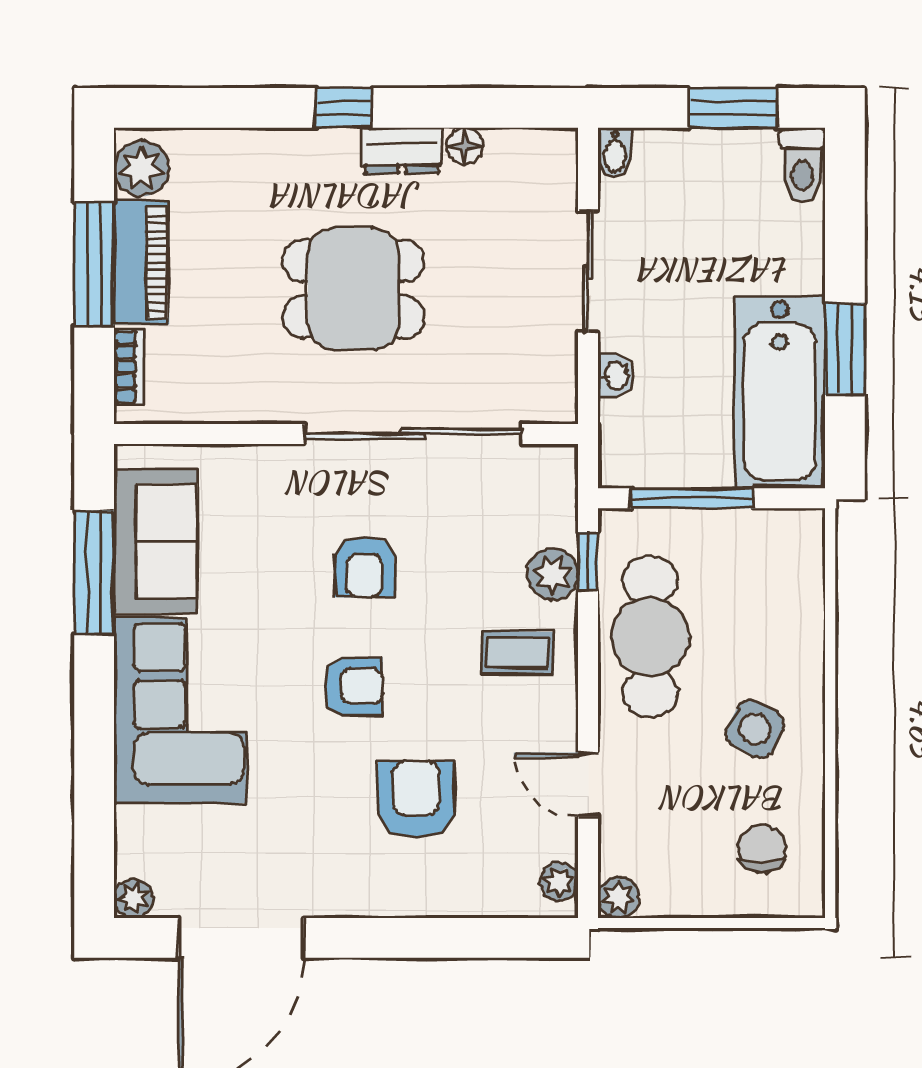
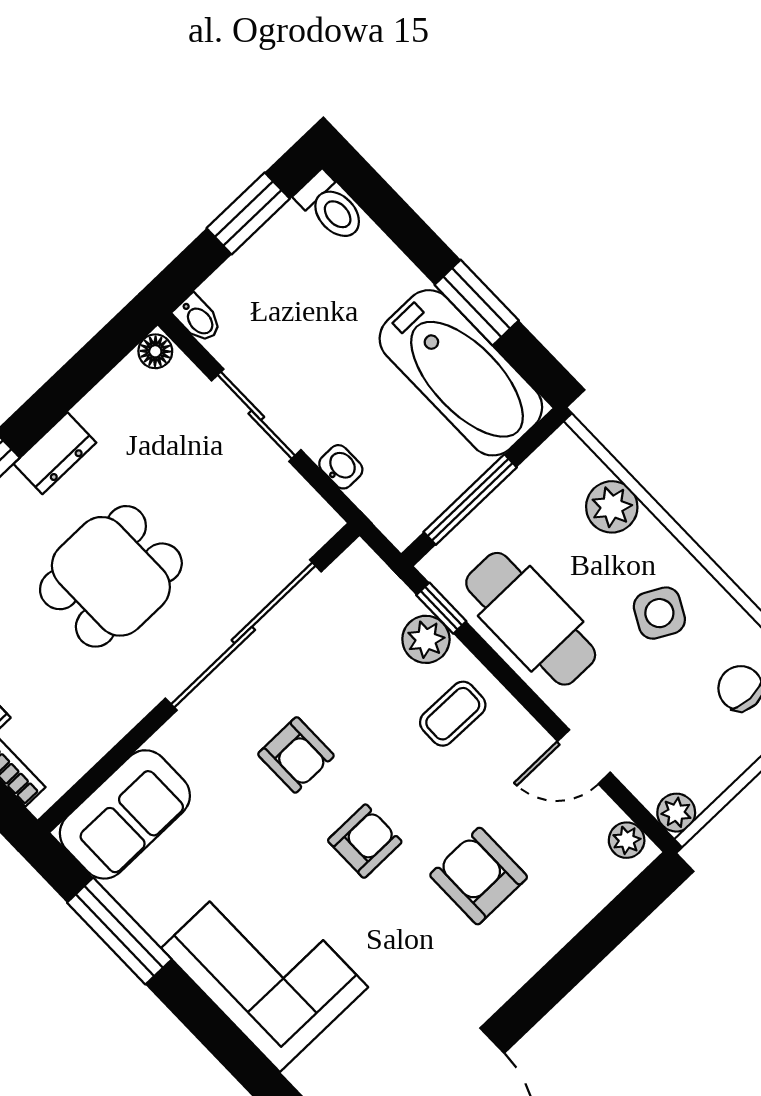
floor lamp: (465, 146) -> (155, 351), moved
sofa: (155, 541) -> (125, 814), moved, turned 90
plant: (797, 610) -> (612, 507), added

